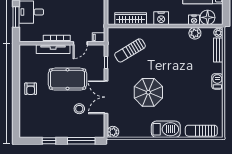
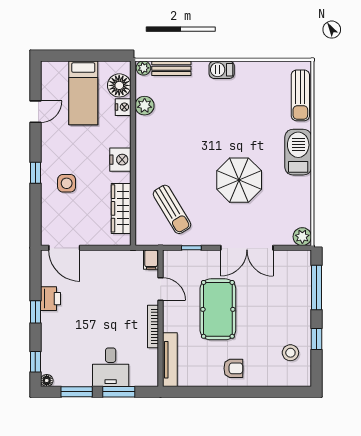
tv unit: (53, 49) -> (170, 360), moved
stool: (79, 109) -> (290, 353), moved

